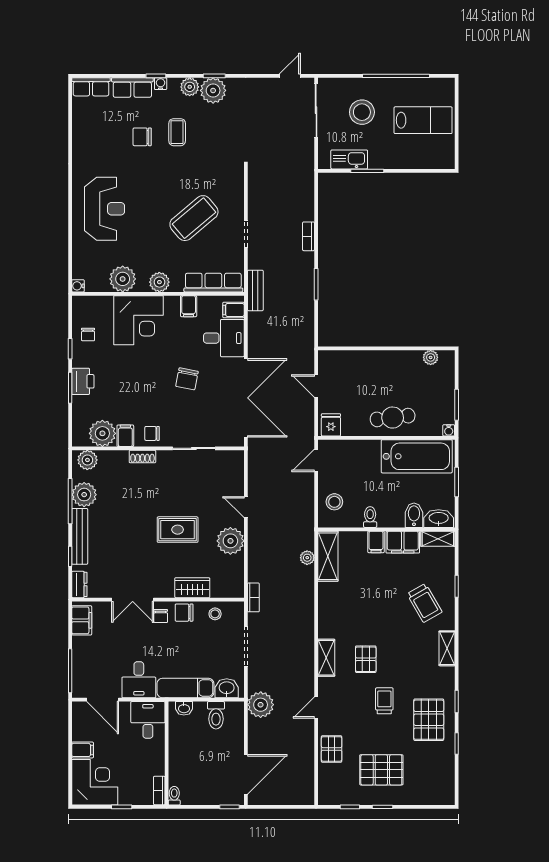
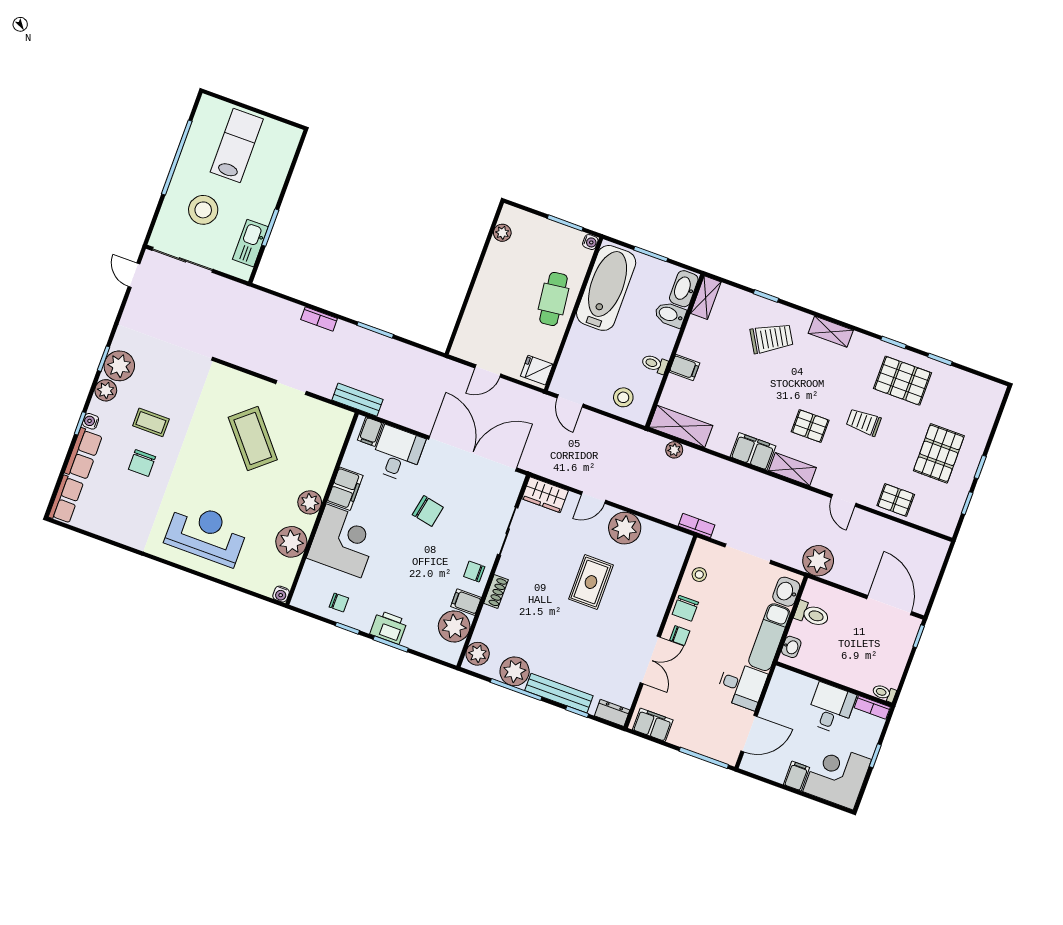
row of seats: (213, 283) -> (332, 443), removed
filing cabinet: (189, 306) -> (345, 489), width x2.00
chair: (152, 433) -> (474, 572), turned 90
filing cabinet: (403, 542) -> (753, 451), moved, turned -90
wardrobe: (192, 588) -> (545, 495), moved, turned -90
desk: (148, 720) -> (831, 708), moved, turned 90

